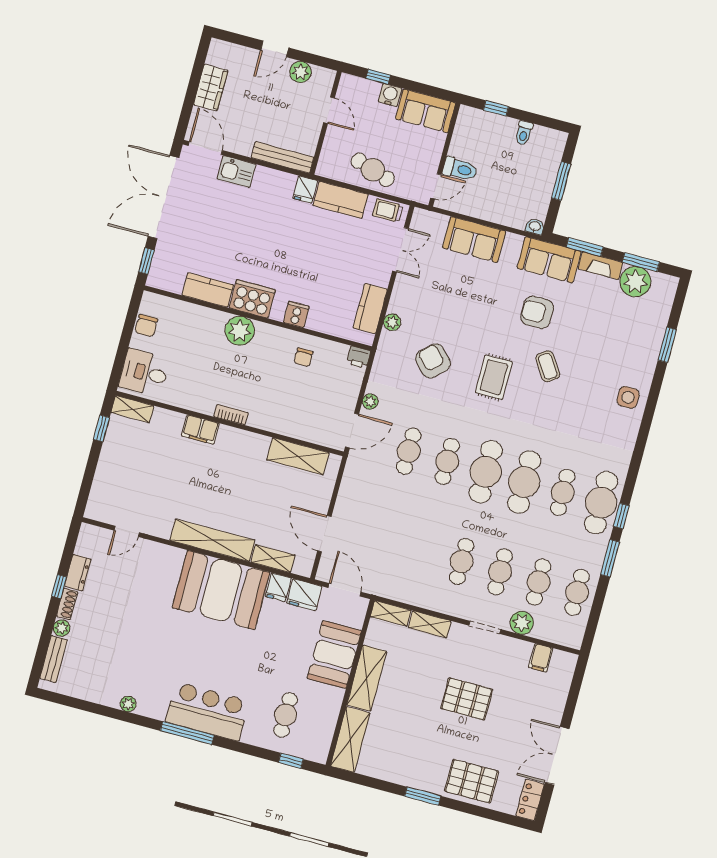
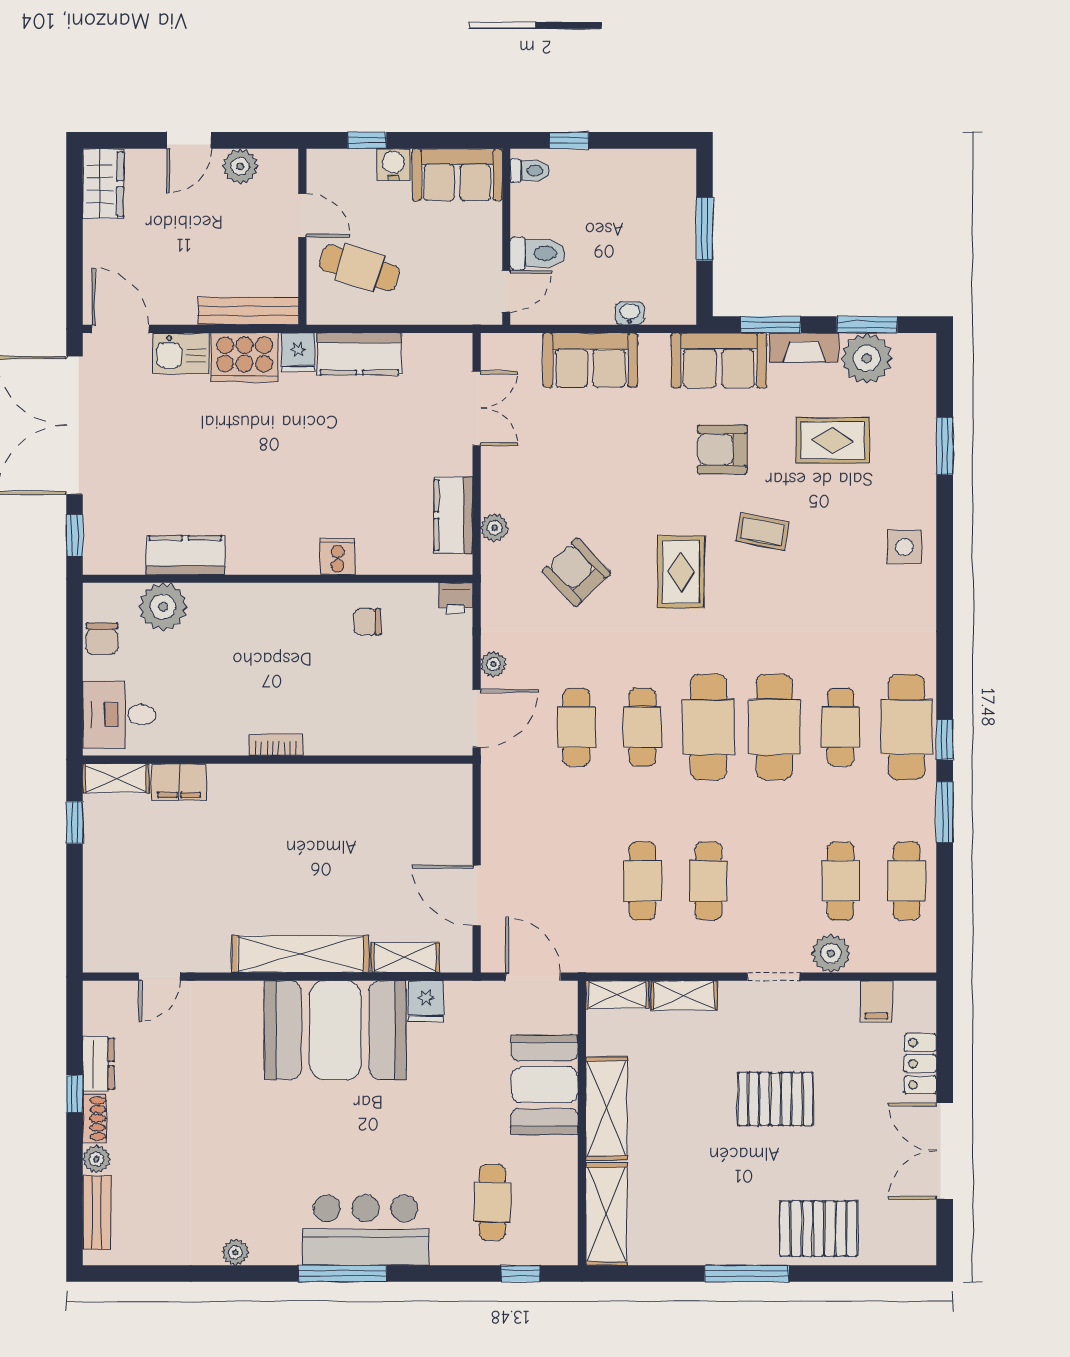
wardrobe: (211, 88) -> (103, 184), moved
toilet: (524, 133) -> (530, 170), moved, turned -90
cafe table: (373, 170) -> (359, 268), moved
trolley: (388, 210) -> (439, 351), removed
washbasin: (535, 227) -> (630, 313), moved
cooker: (252, 299) -> (244, 357), moved, turned 180
rug: (603, 324) -> (832, 440), added
plant: (240, 331) -> (163, 607), moved
chair: (303, 357) -> (367, 622), turned 90
coffee table: (548, 366) -> (763, 532), turned -45
filing cabinet: (200, 430) -> (179, 782), moved
shelving: (298, 456) -> (401, 783), removed
cafe table: (500, 572) -> (642, 881), moved
fridge: (304, 595) -> (471, 1002), removed
window: (423, 796) -> (747, 1274), width x1.44
locker: (530, 800) -> (920, 1064), moved

